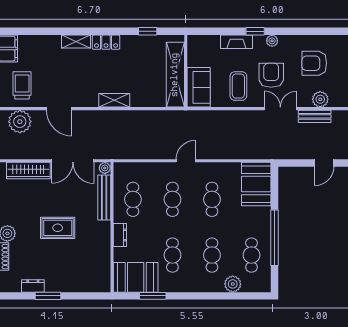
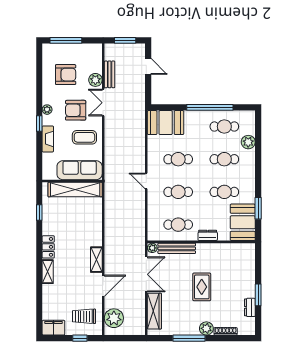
armchair: (314, 63) -> (66, 75), turned -90
sofa: (199, 87) -> (80, 170), width x1.36
plant: (320, 99) -> (95, 80), moved
shelving: (114, 100) -> (96, 260), moved

